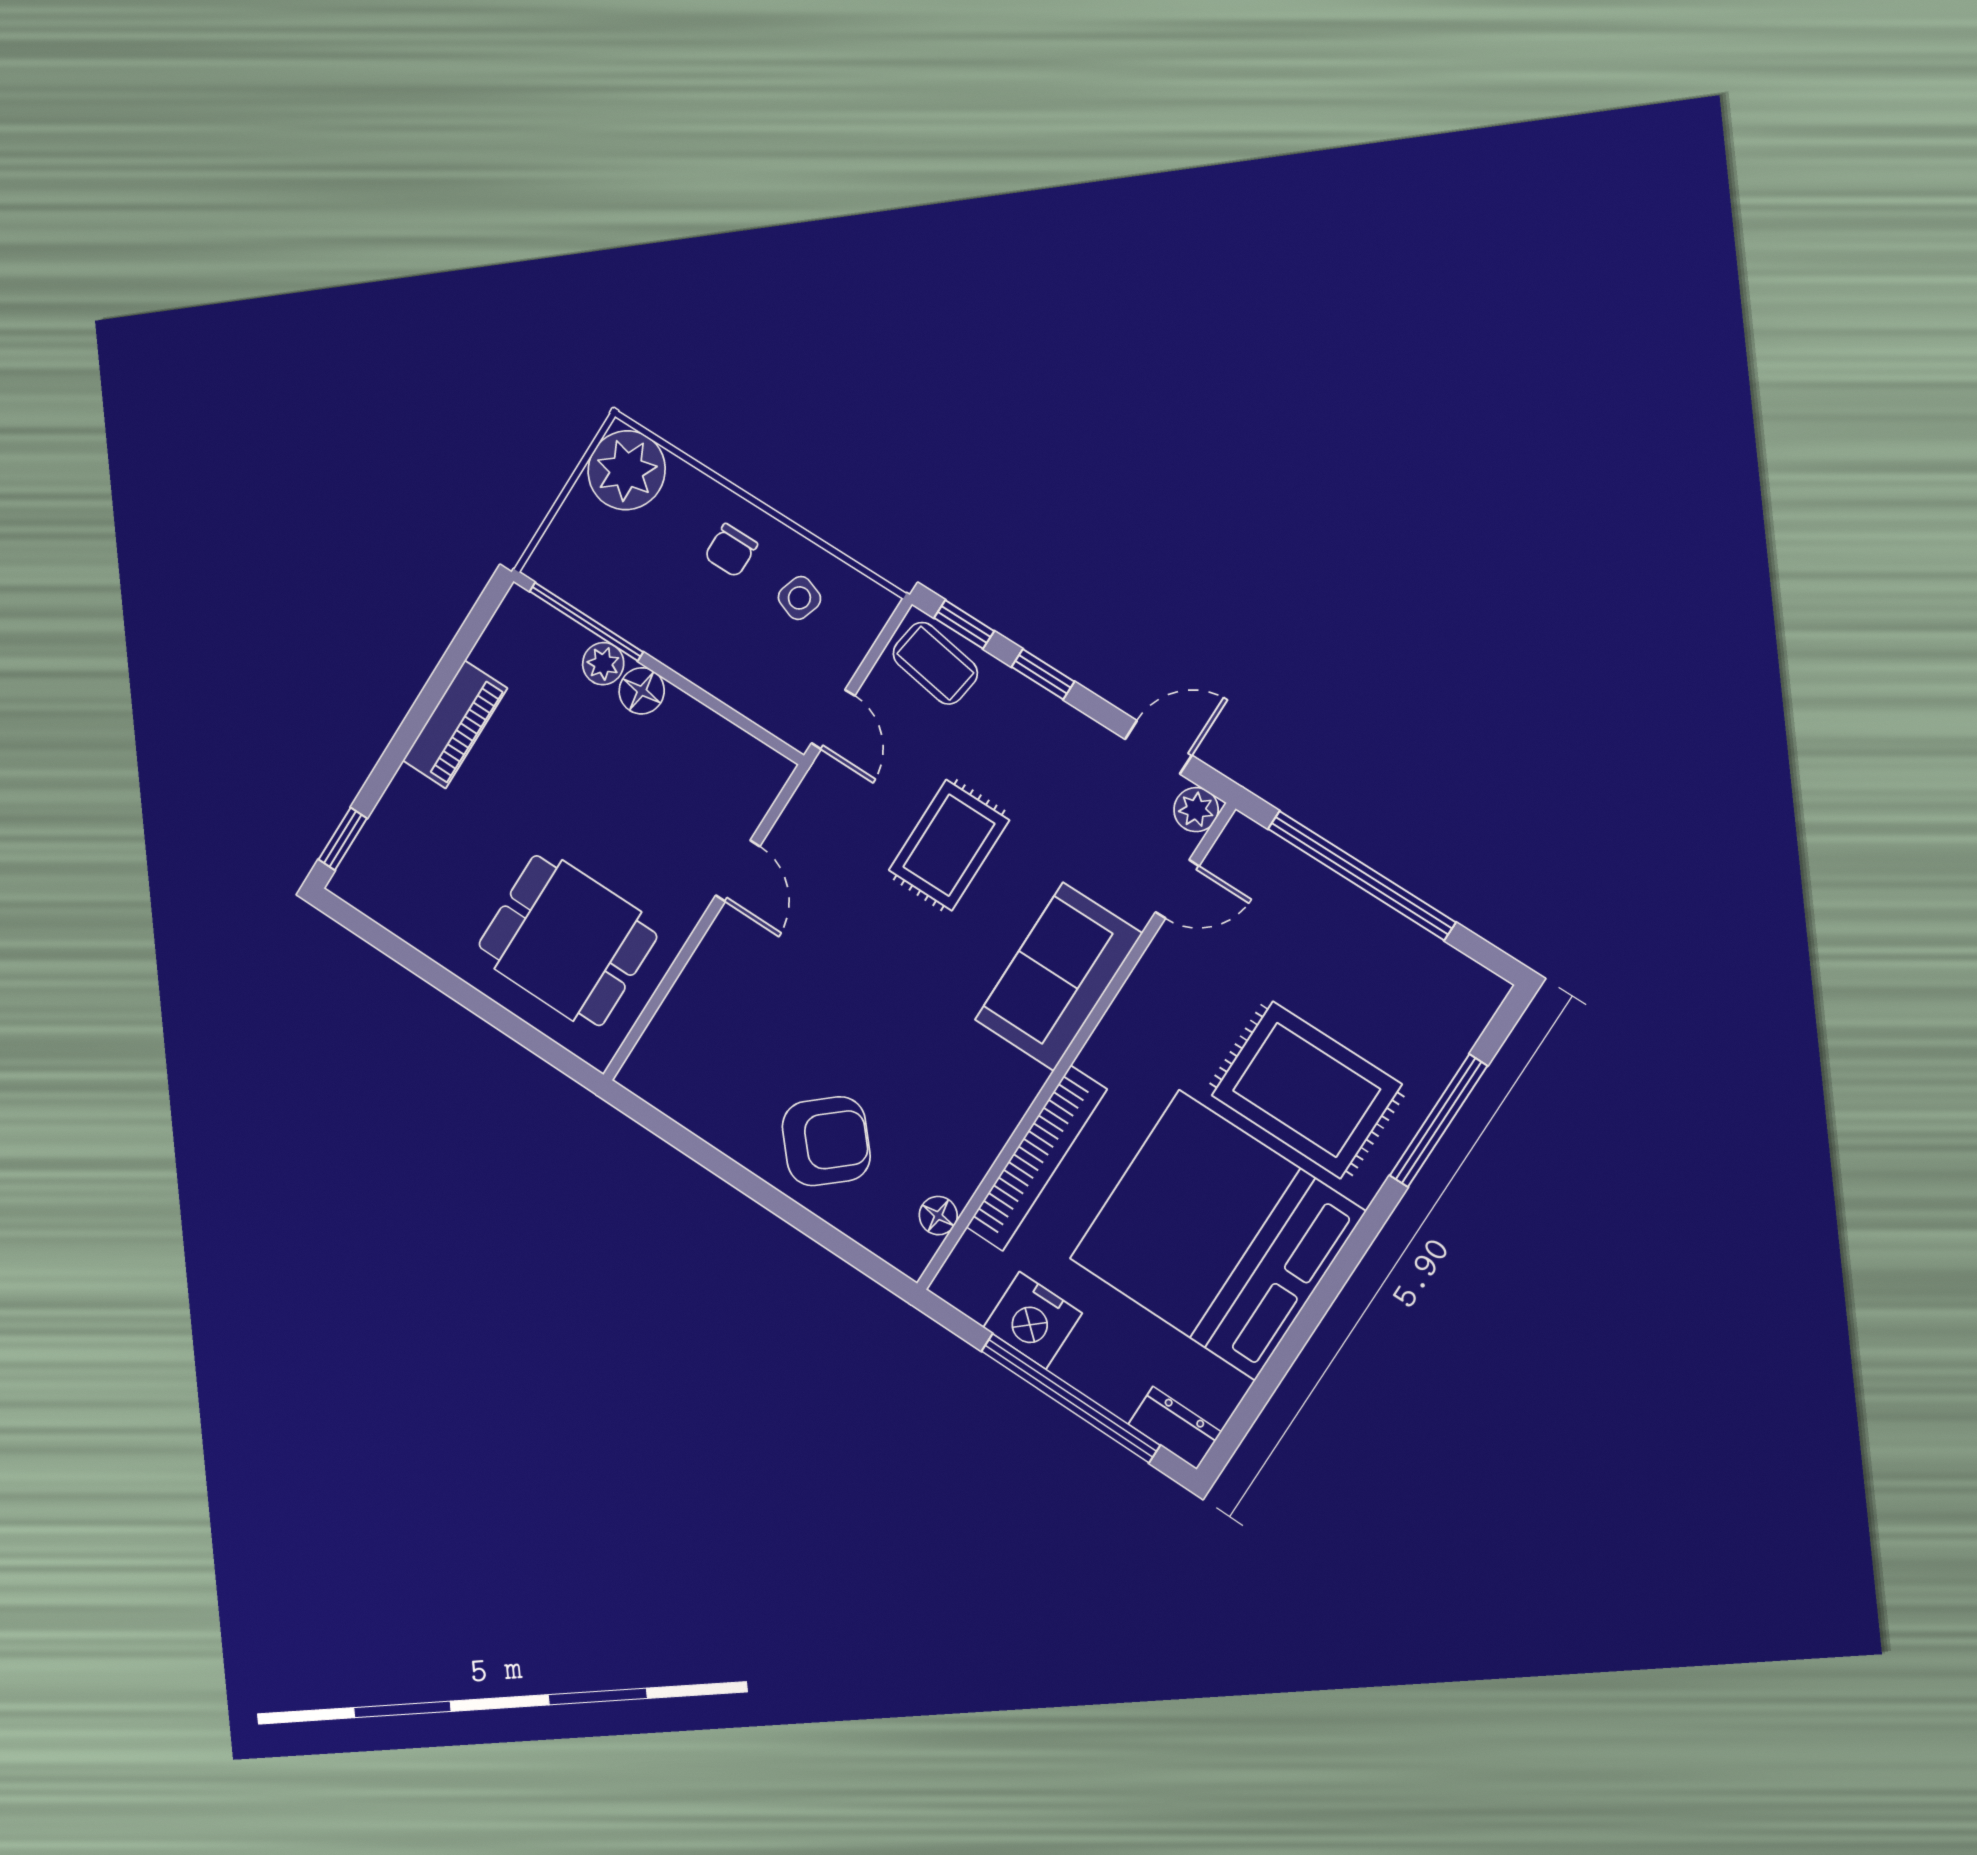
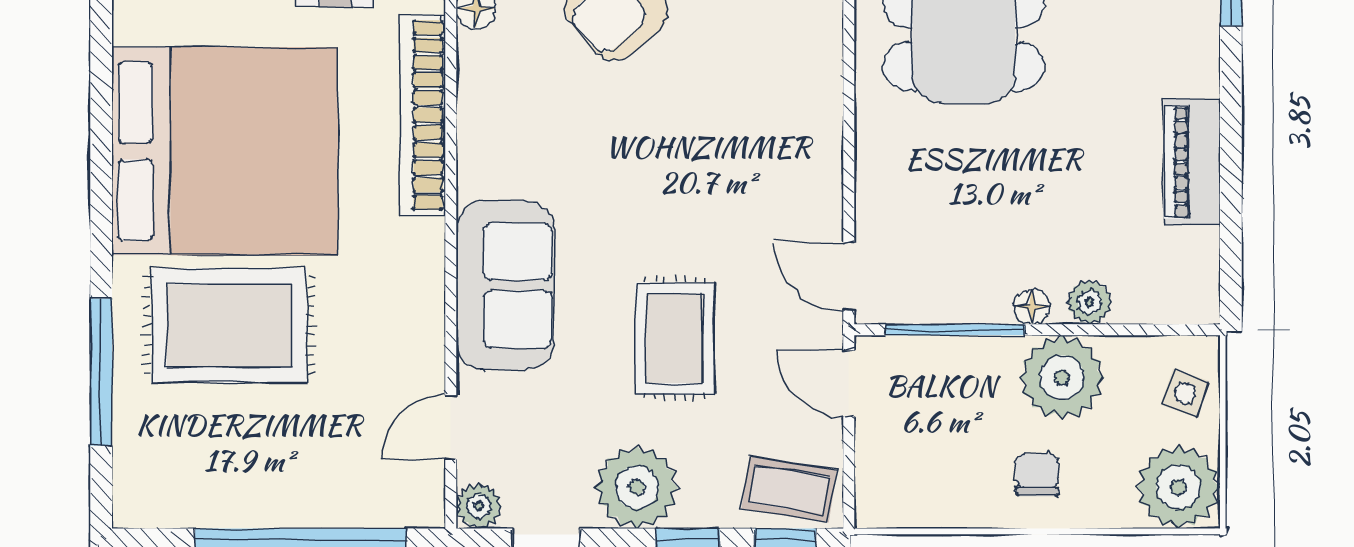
side table: (799, 598) -> (1185, 393), moved
plant: (662, 617) -> (1062, 377), added
window: (586, 622) -> (955, 330), moved
floor lamp: (642, 691) -> (1032, 307), width x0.73, depth x0.73
plant: (1057, 743) -> (637, 487), added
door: (738, 871) -> (849, 276), moved

